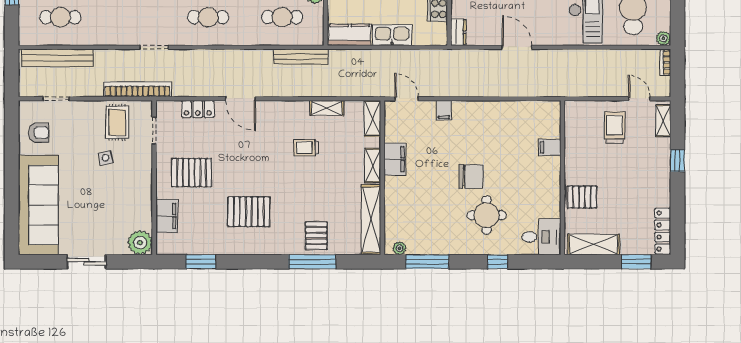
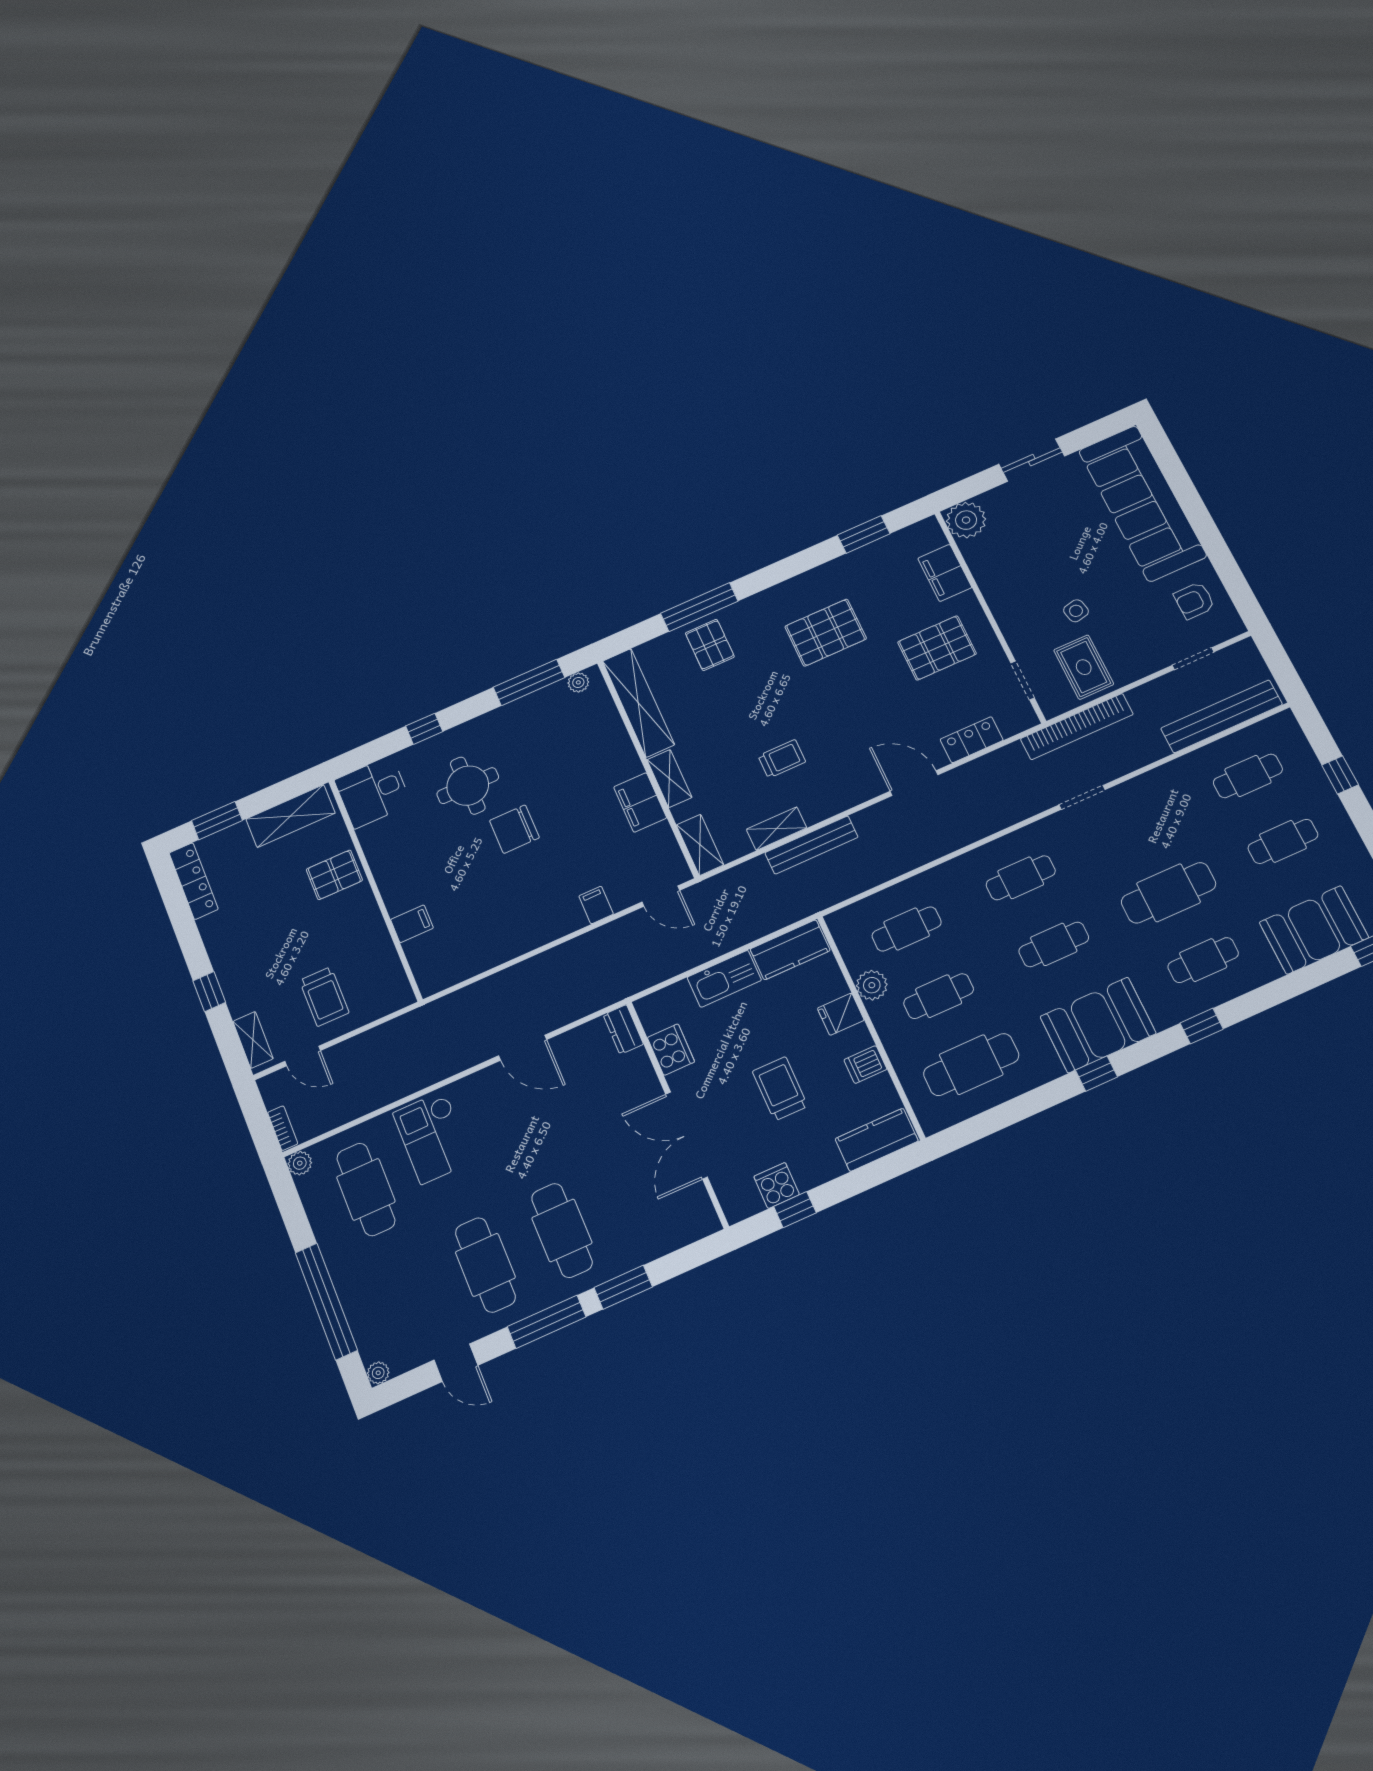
bench: (301, 57) -> (811, 845), moved

